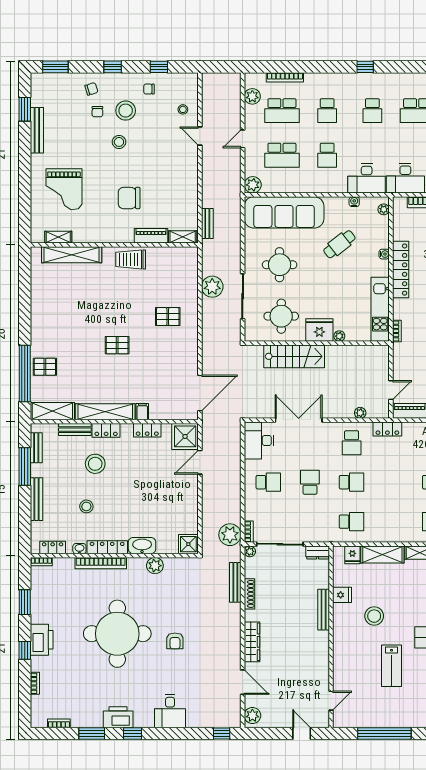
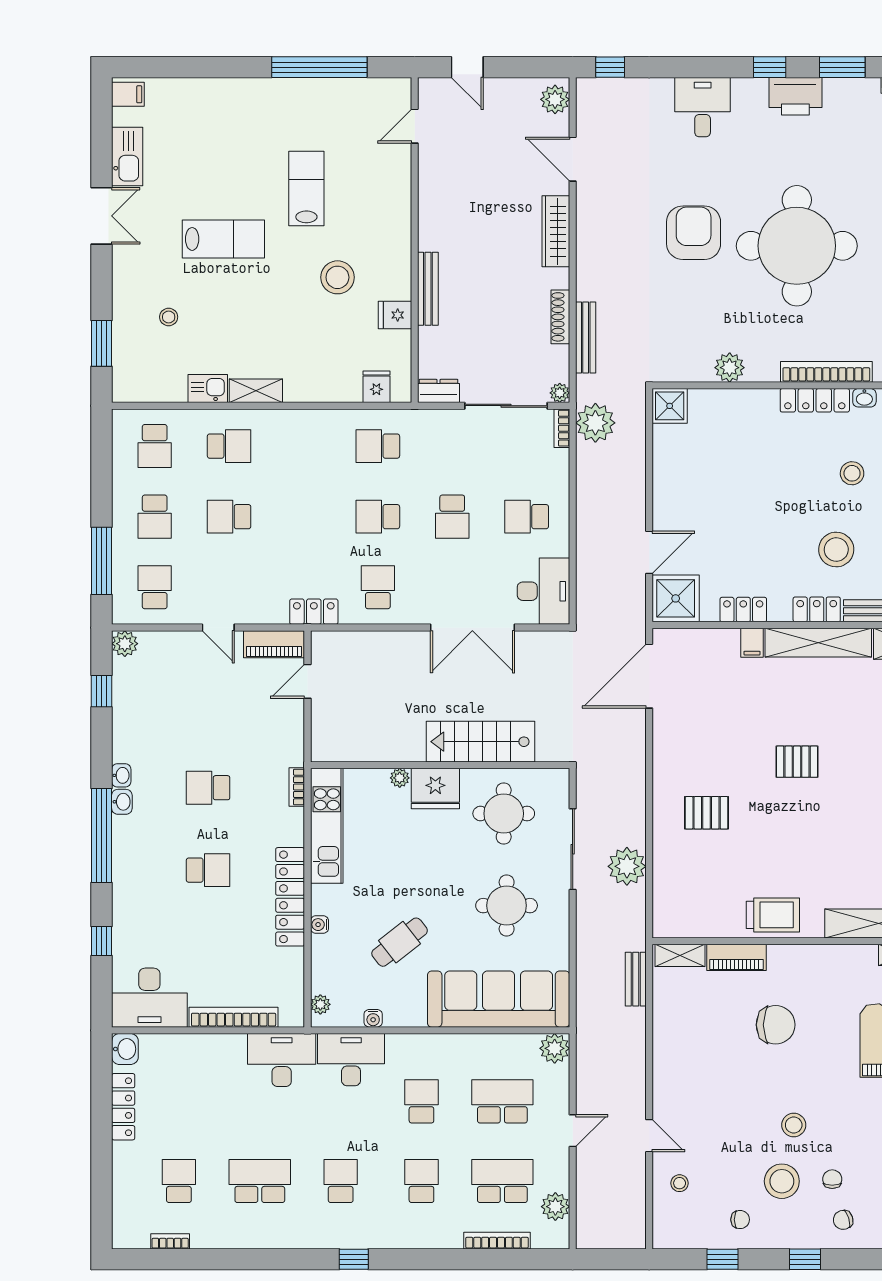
plant: (360, 413) -> (362, 641), removed
washbasin: (142, 546) -> (752, 403), removed
shelving: (382, 554) -> (323, 387), removed
armchair: (175, 641) -> (694, 233), width x1.88, depth x1.88

